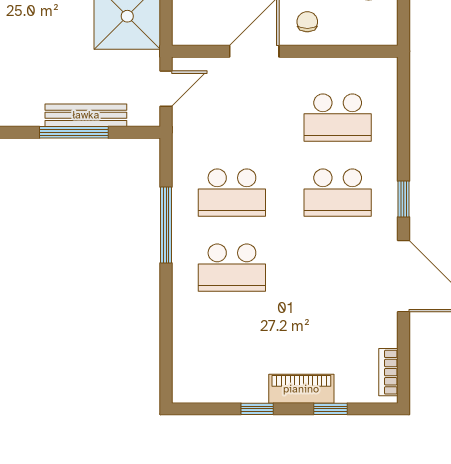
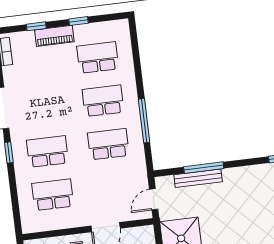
school desk: (232, 343) -> (98, 58), added

